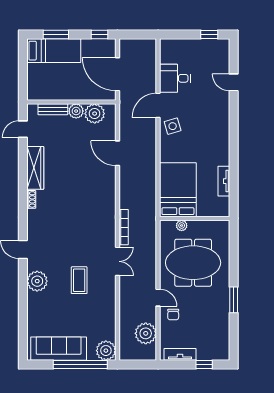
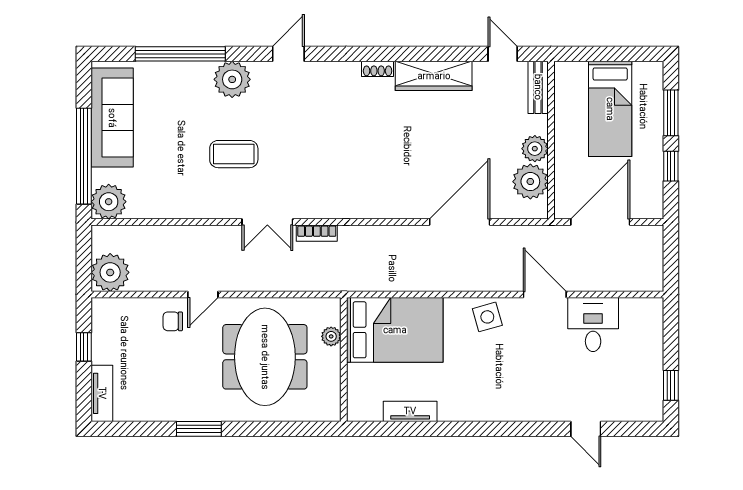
window: (99, 34) -> (671, 166), moved
bed: (54, 51) -> (610, 109), moved
door: (234, 82) -> (586, 429), swing flipped
bench: (53, 109) -> (538, 87), moved
side table: (173, 126) -> (487, 317), moved
door: (117, 153) -> (460, 222), width x1.36
bookcase: (124, 227) -> (317, 233), width x0.64
window: (23, 310) -> (180, 54), added
plant: (146, 333) -> (110, 272), moved
tv unit: (180, 354) -> (102, 393), moved
window: (204, 364) -> (84, 347), moved

